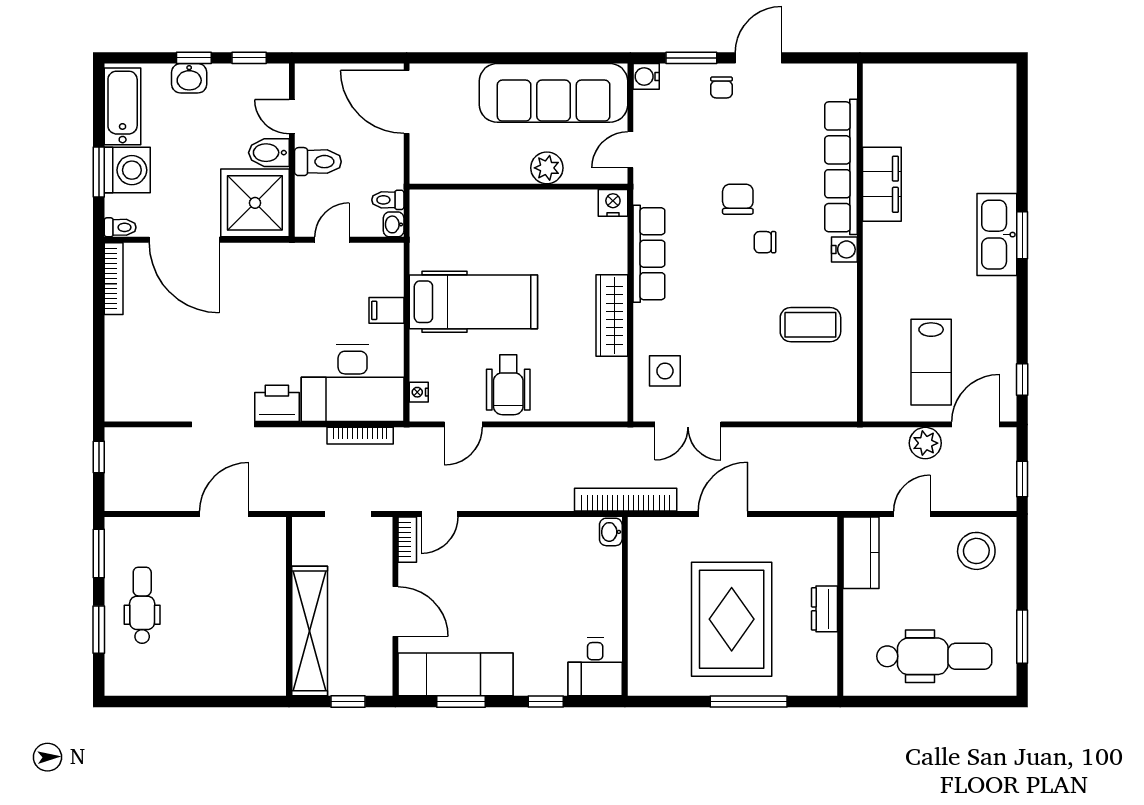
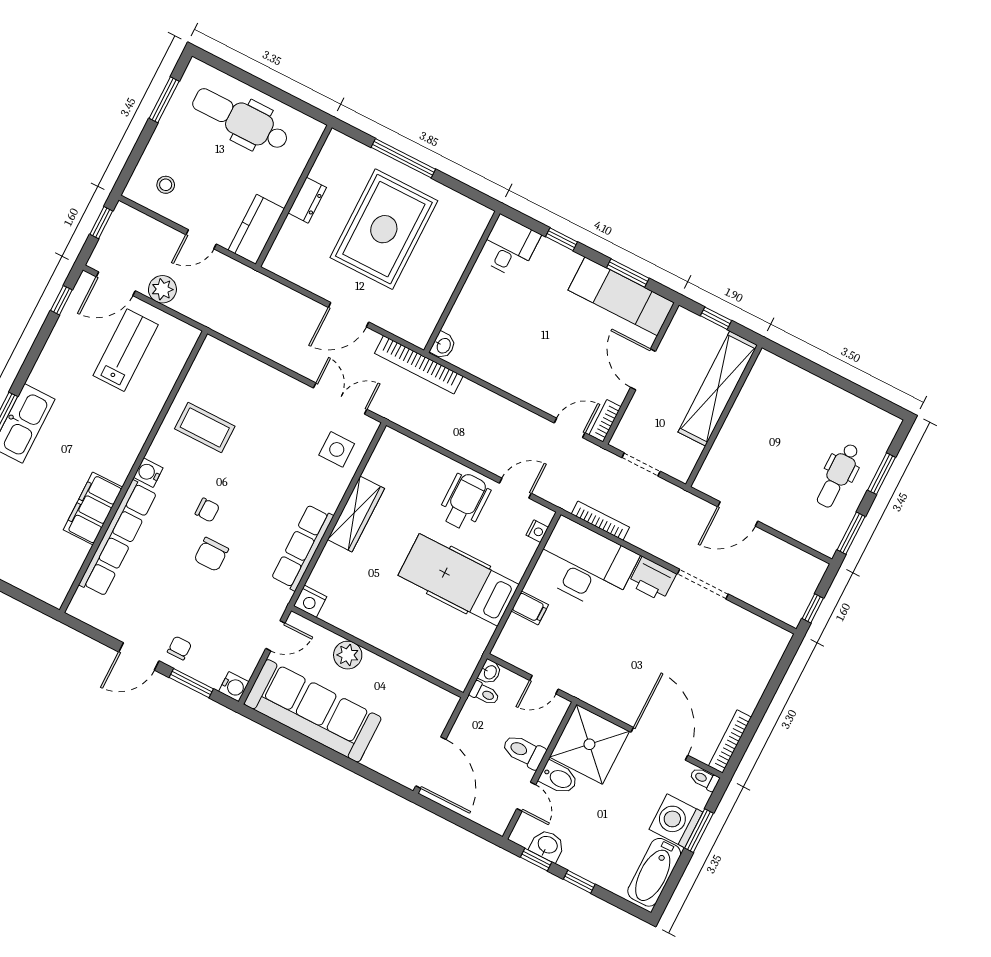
washbasin: (189, 78) -> (547, 845), moved
stool: (976, 551) -> (166, 185), width x0.53, depth x0.53

